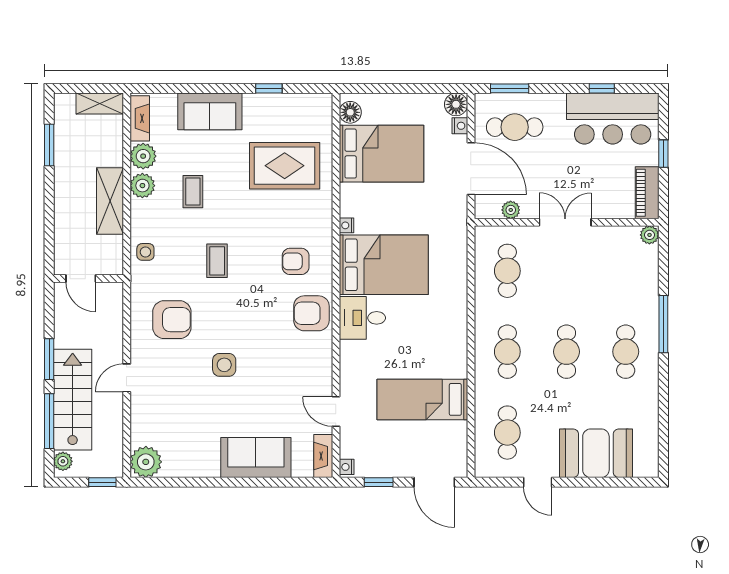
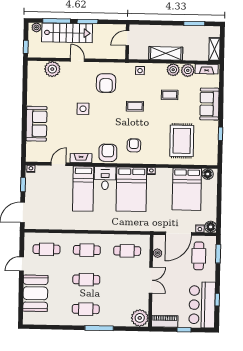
plant: (649, 235) -> (140, 318), width x1.88, depth x1.88
bed: (422, 399) -> (83, 189), moved, turned 180
fireplace: (323, 456) -> (81, 158), moved
plant: (146, 462) -> (52, 69), moved

